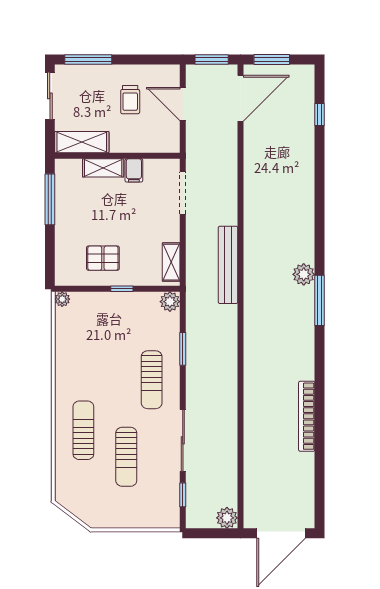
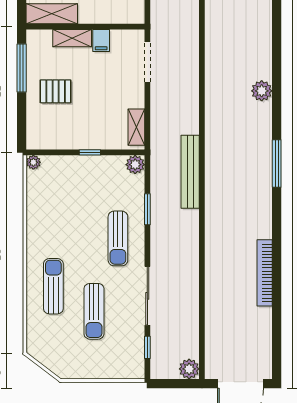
pallet: (103, 258) -> (56, 91), moved
bench: (228, 265) -> (190, 172), moved
plant: (304, 274) -> (262, 91), moved

